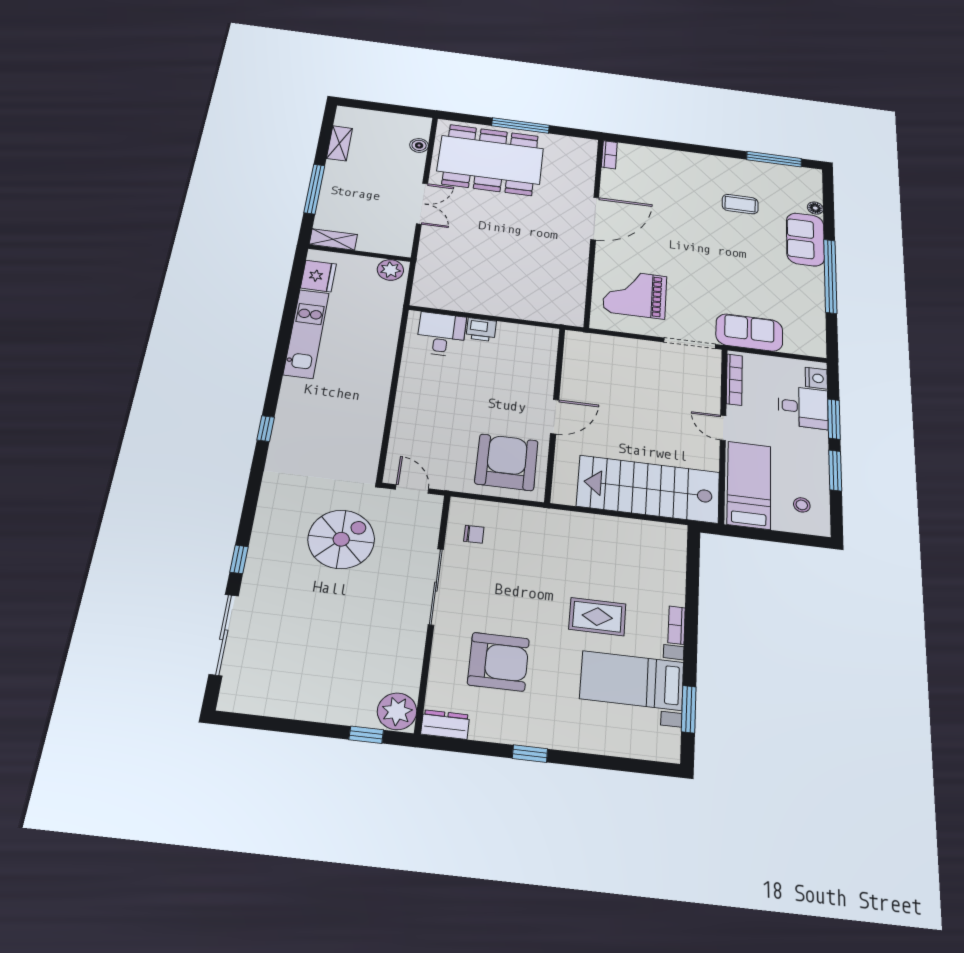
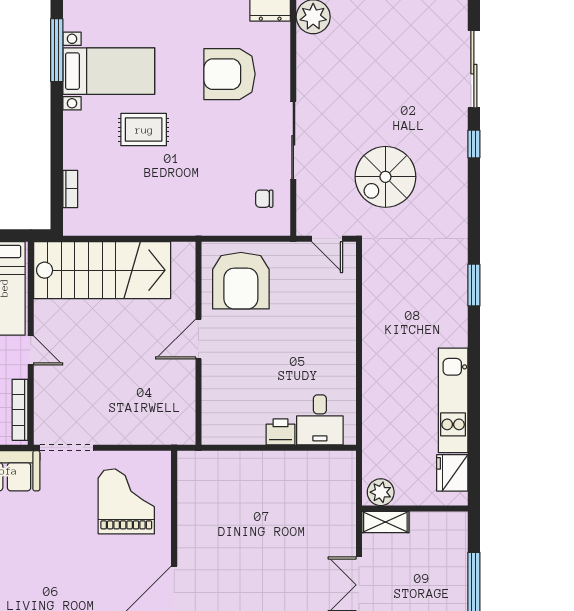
shelving: (333, 239) -> (385, 522), moved
grand piano: (635, 294) -> (126, 501), turned -90
window: (266, 429) -> (474, 285), width x1.50
bookcase: (677, 625) -> (70, 189), moved
window: (689, 709) -> (57, 50), width x1.44

